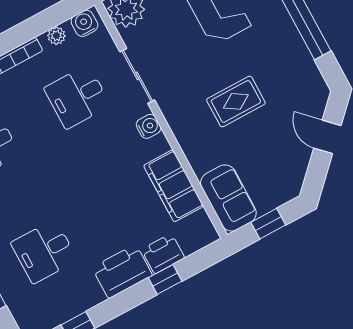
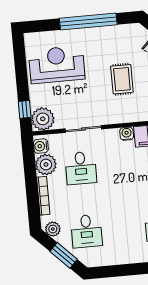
plant: (56, 36) -> (46, 165), width x1.87, depth x1.87
water cooler: (148, 126) -> (127, 134), moved

